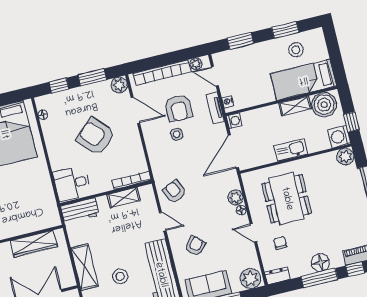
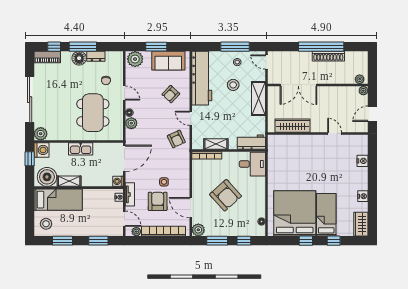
stool: (296, 50) -> (46, 224), moved
dresser: (277, 276) -> (96, 56), moved

